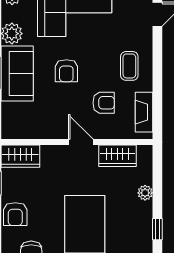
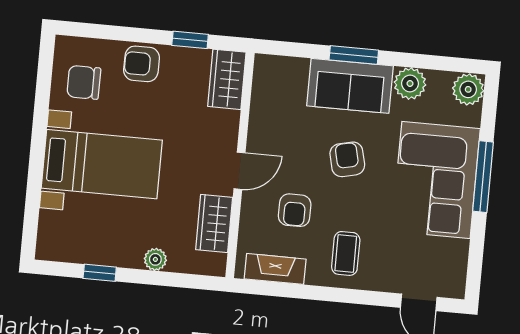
coffee table: (129, 66) -> (346, 253), turned 90
armchair: (66, 71) -> (347, 159), turned 77

